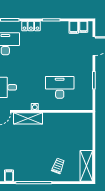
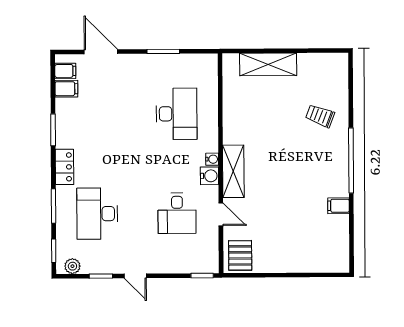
desk: (60, 87) -> (176, 114), turned 180
water cooler: (26, 105) -> (209, 176), added
shelving: (86, 166) -> (268, 64), moved

